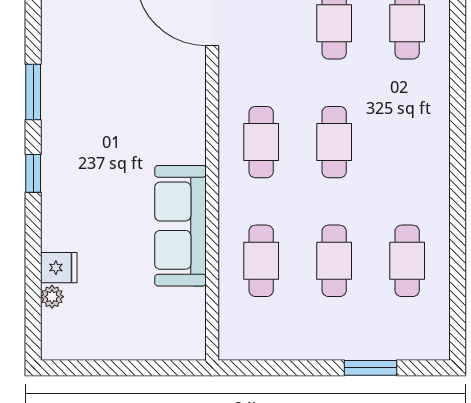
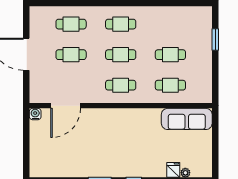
sofa: (180, 226) -> (187, 119), moved
cafe table: (407, 261) -> (121, 24), moved

